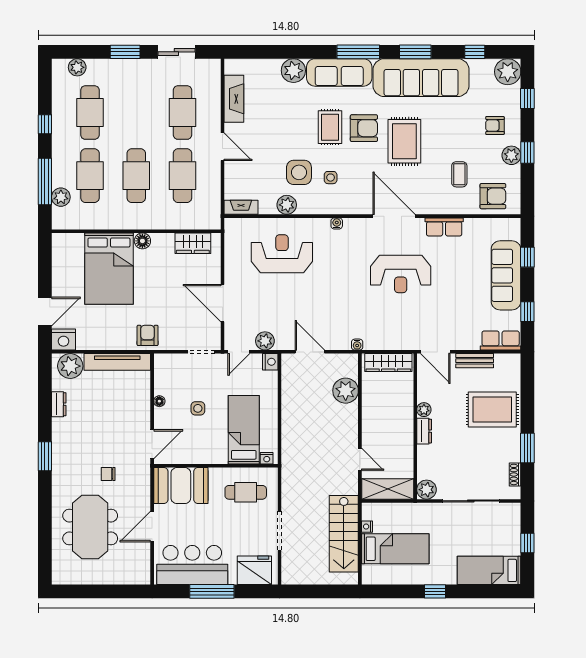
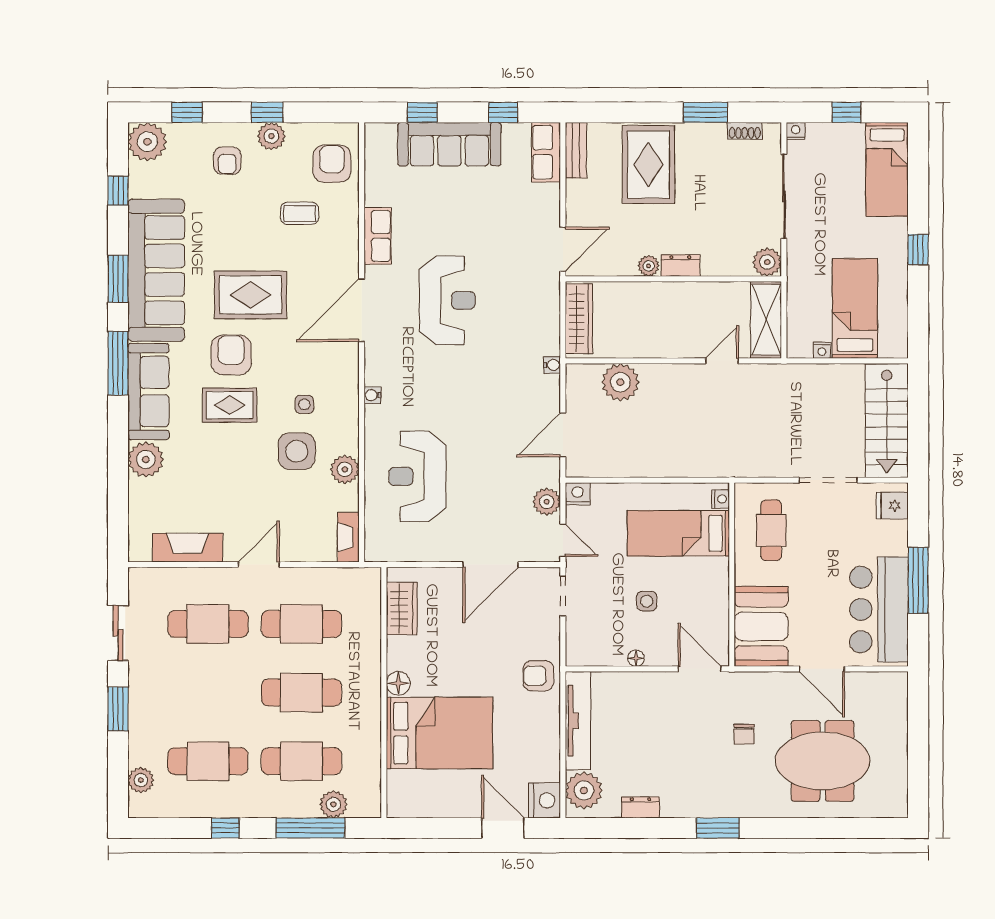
bench: (475, 361) -> (576, 150), moved
nightstand: (515, 509) -> (796, 131), added
stairs: (344, 534) -> (887, 421), moved, turned 90
fridge: (254, 570) -> (892, 505), width x0.53, depth x0.75

